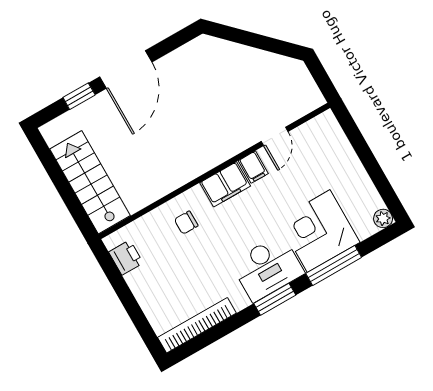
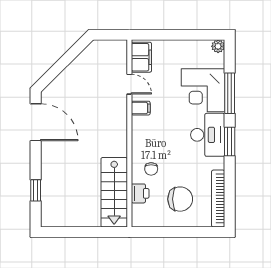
door: (126, 69) -> (36, 122), moved
stairs: (90, 182) -> (114, 192), moved, turned -90
filing cabinet: (225, 184) -> (141, 57), moved
printer: (126, 257) -> (140, 193), moved, turned 90
chair: (170, 279) -> (180, 199), added

